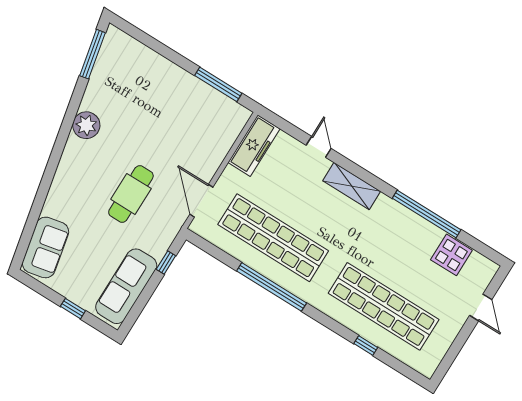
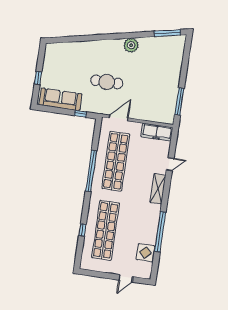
sofa: (46, 247) -> (62, 51), removed

